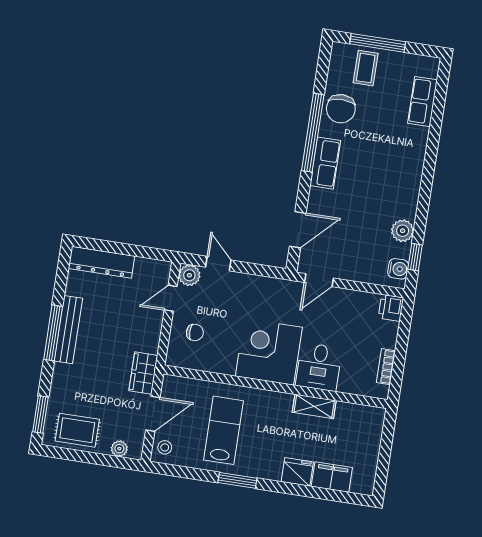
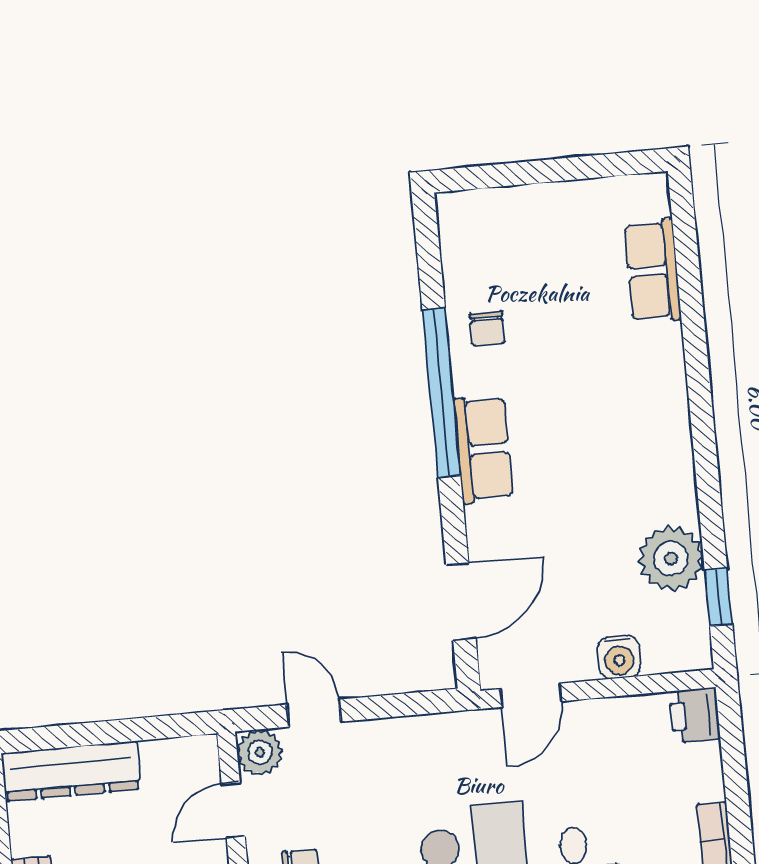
window: (378, 43) -> (529, 173), removed
coffee table: (366, 68) -> (517, 231), removed
chair: (341, 109) -> (487, 328), width x0.54, depth x0.54
plant: (403, 231) -> (671, 558), width x1.36, depth x1.36
water cooler: (398, 269) -> (619, 657), moved, turned 90

